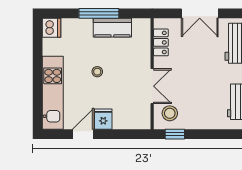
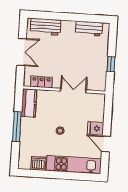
dishwasher: (51, 28) -> (38, 163), moved
kitchen counter: (112, 28) -> (29, 103), moved
stool: (170, 113) -> (94, 79), removed
window: (175, 134) -> (111, 64), moved

